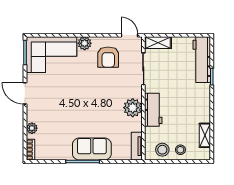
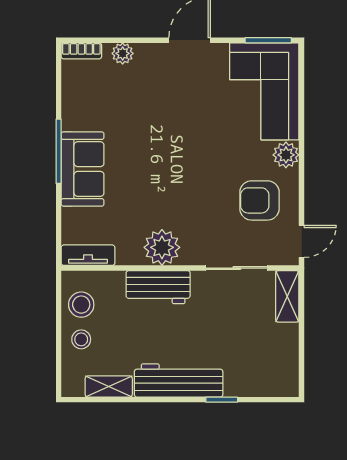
workbench: (202, 60) -> (179, 380), moved

